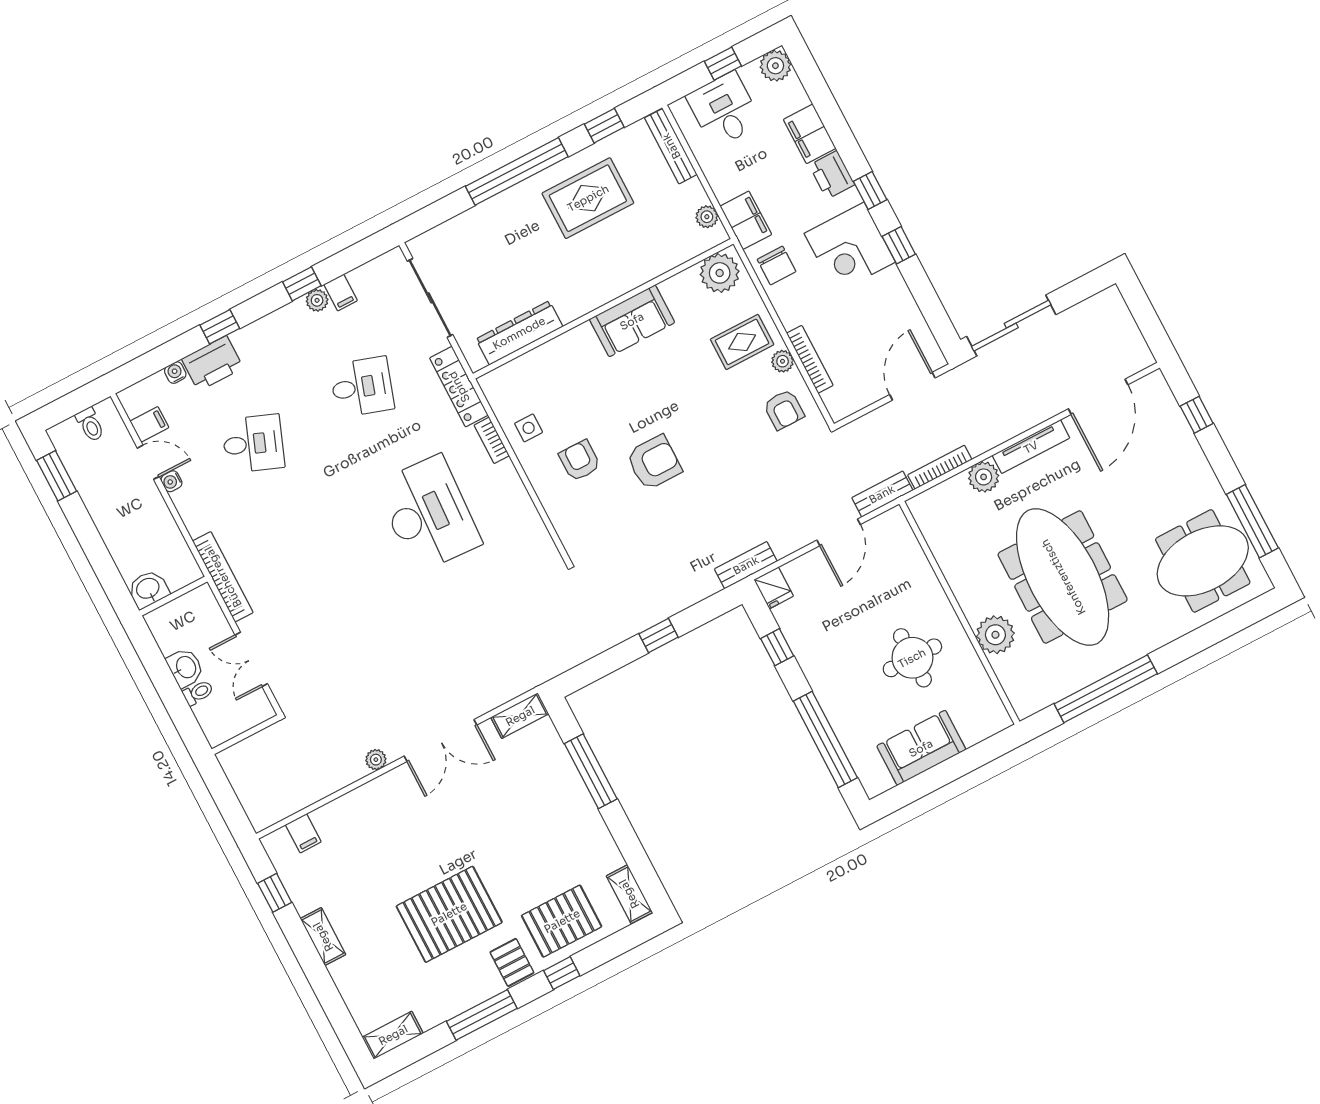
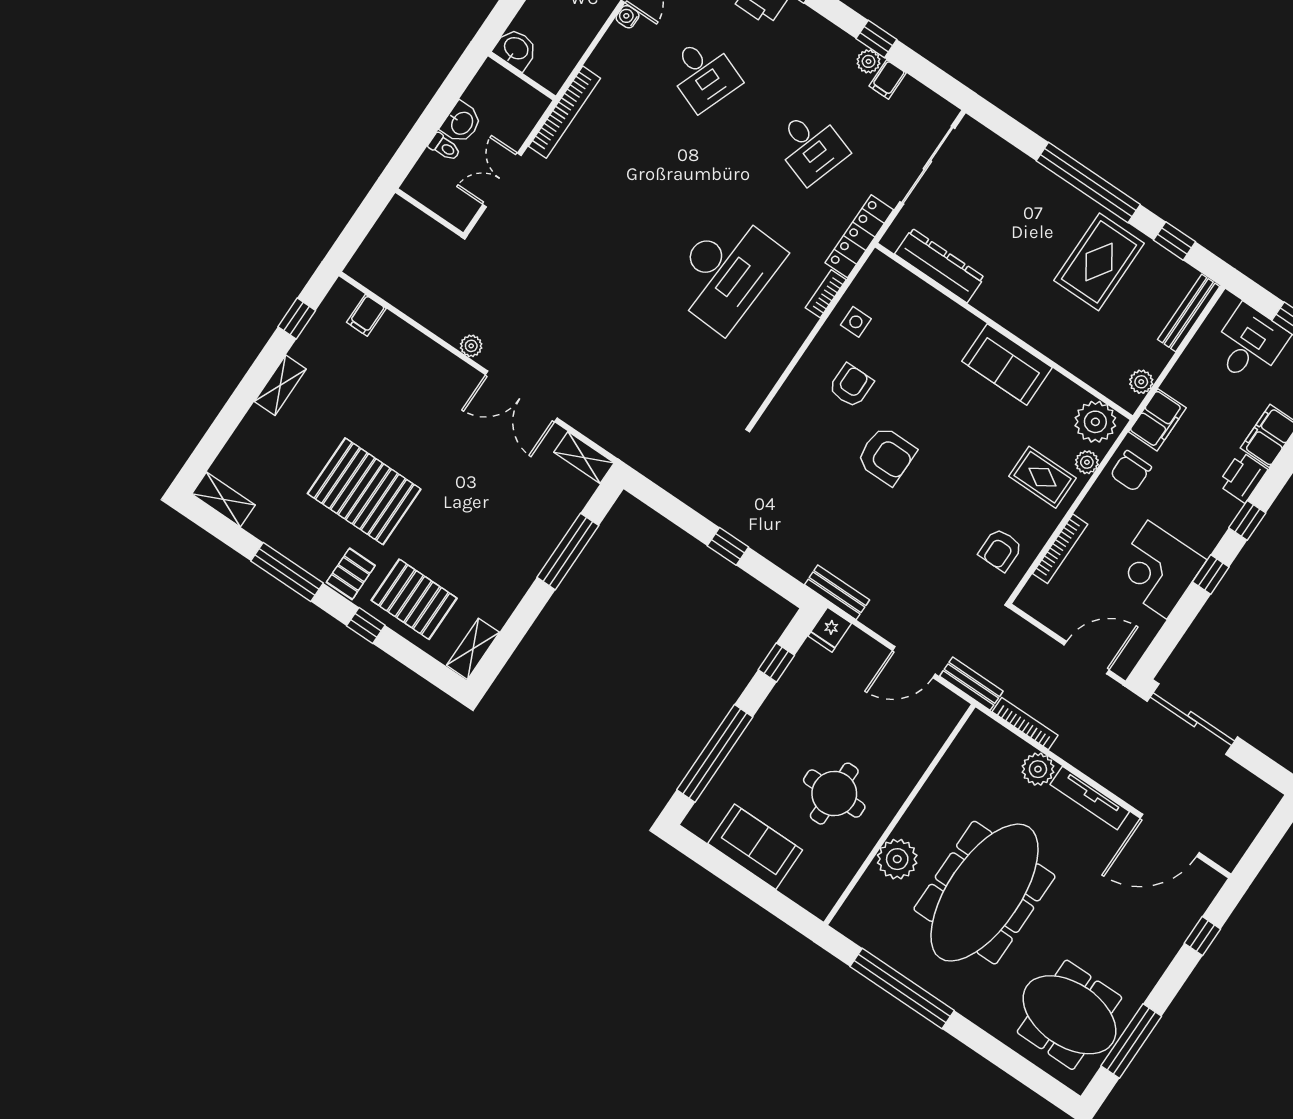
rug: (588, 198) -> (1099, 262), turned 90
corner desk: (850, 248) -> (1157, 570), moved
plant: (783, 361) -> (1087, 462), moved

